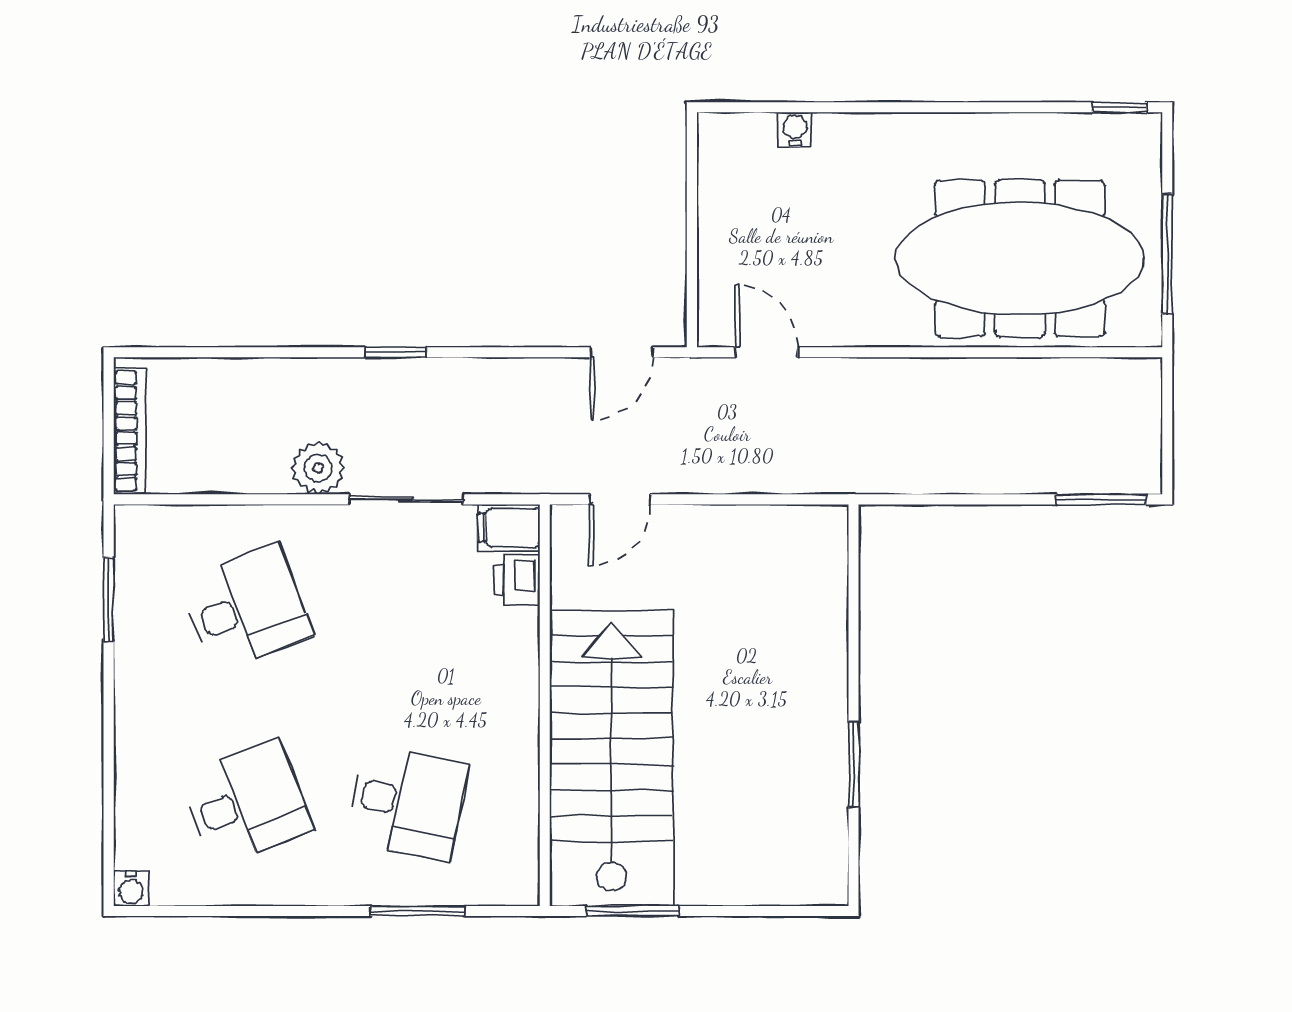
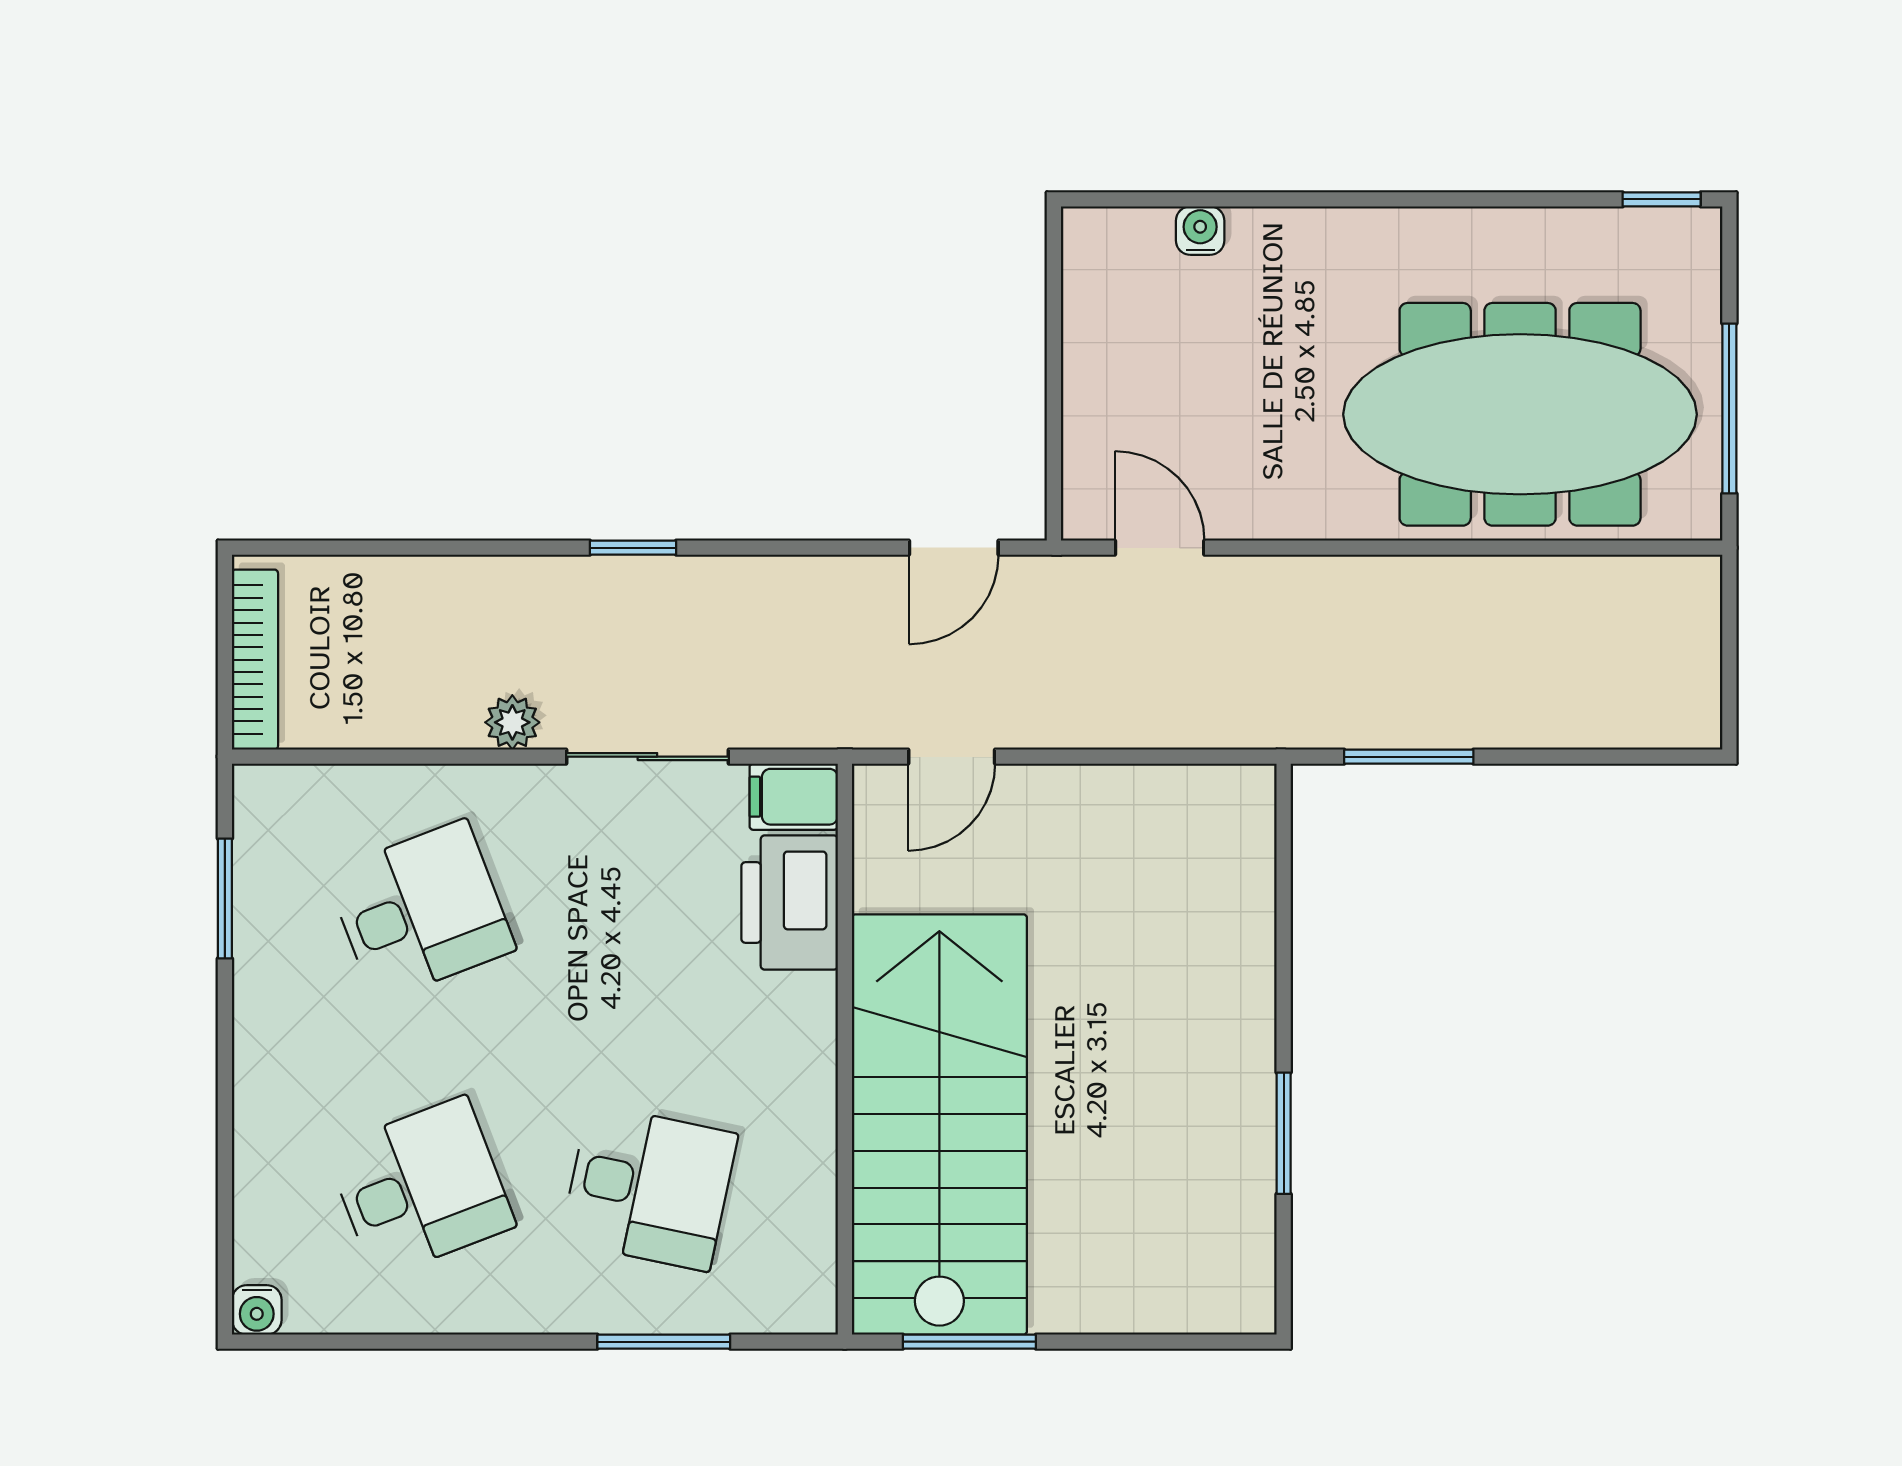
plant: (318, 468) -> (512, 722), width x0.73, depth x0.73
window: (1101, 499) -> (1409, 757), moved
printer: (517, 580) -> (790, 903), width x1.87, depth x1.48

